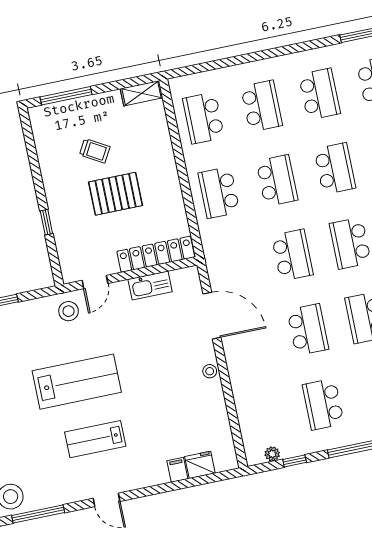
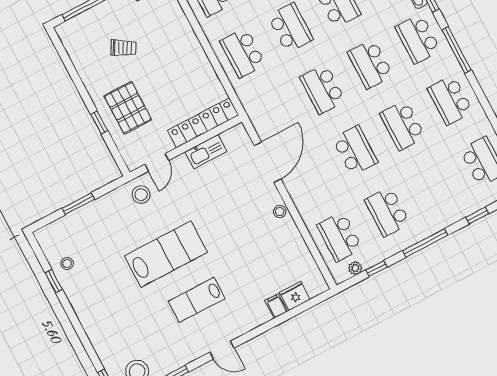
pallet: (115, 194) -> (128, 108), moved, turned 90
school desk: (292, 255) -> (323, 89), turned 180
door: (212, 316) -> (268, 162), hinge flipped
school desk: (265, 416) -> (340, 237), added

